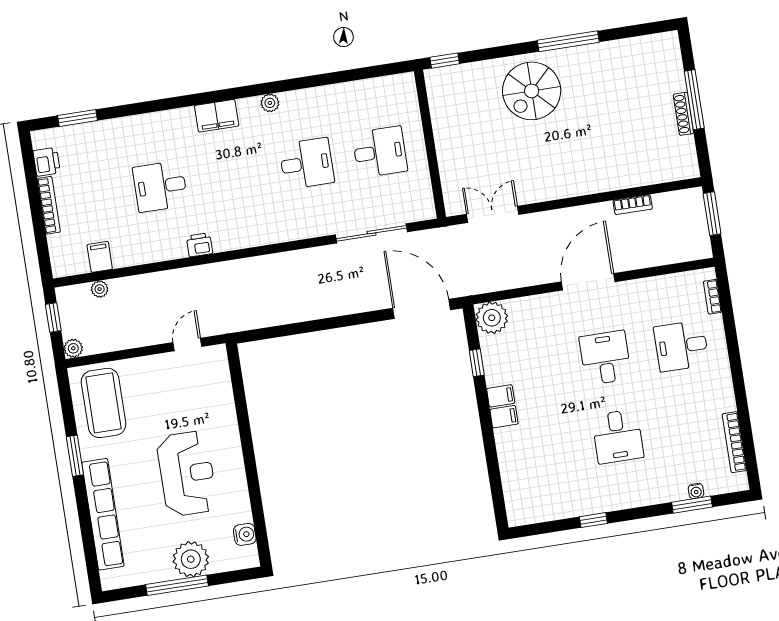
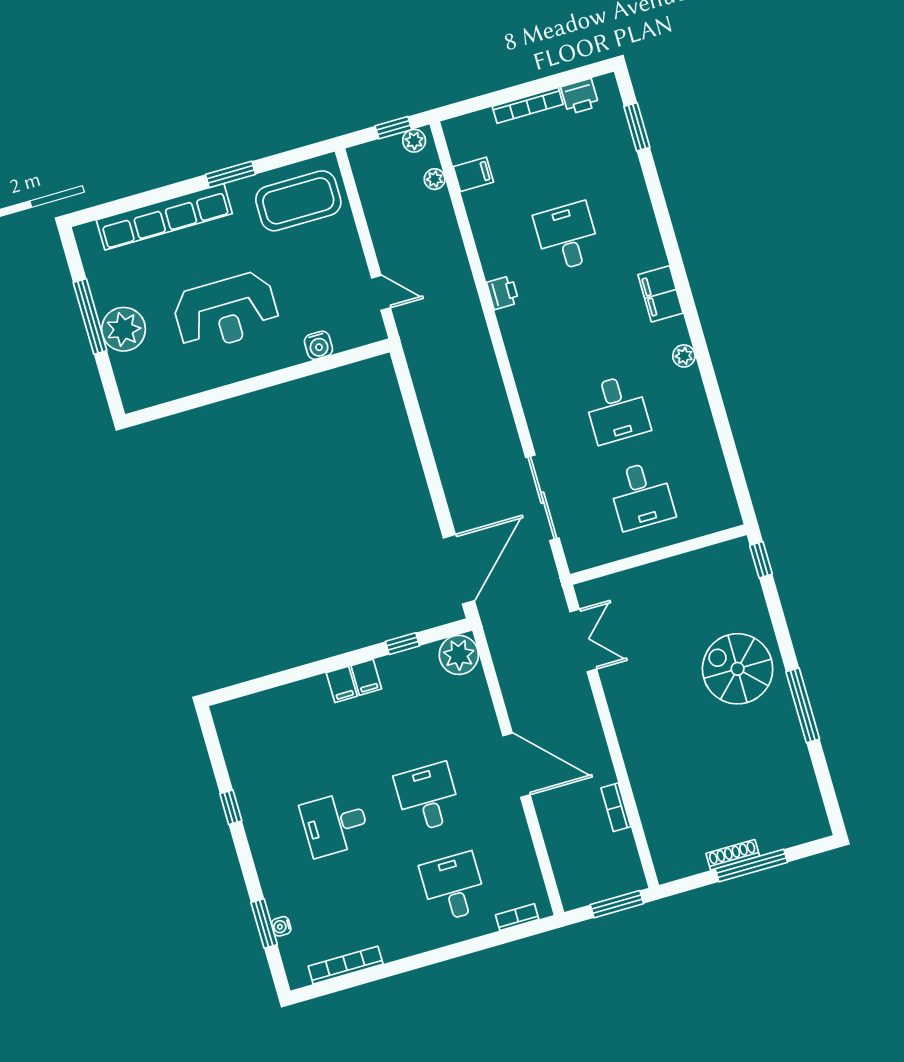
plant: (73, 348) -> (414, 141), moved
desk: (605, 358) -> (428, 797), turned -90
water cooler: (245, 534) -> (318, 345), moved

